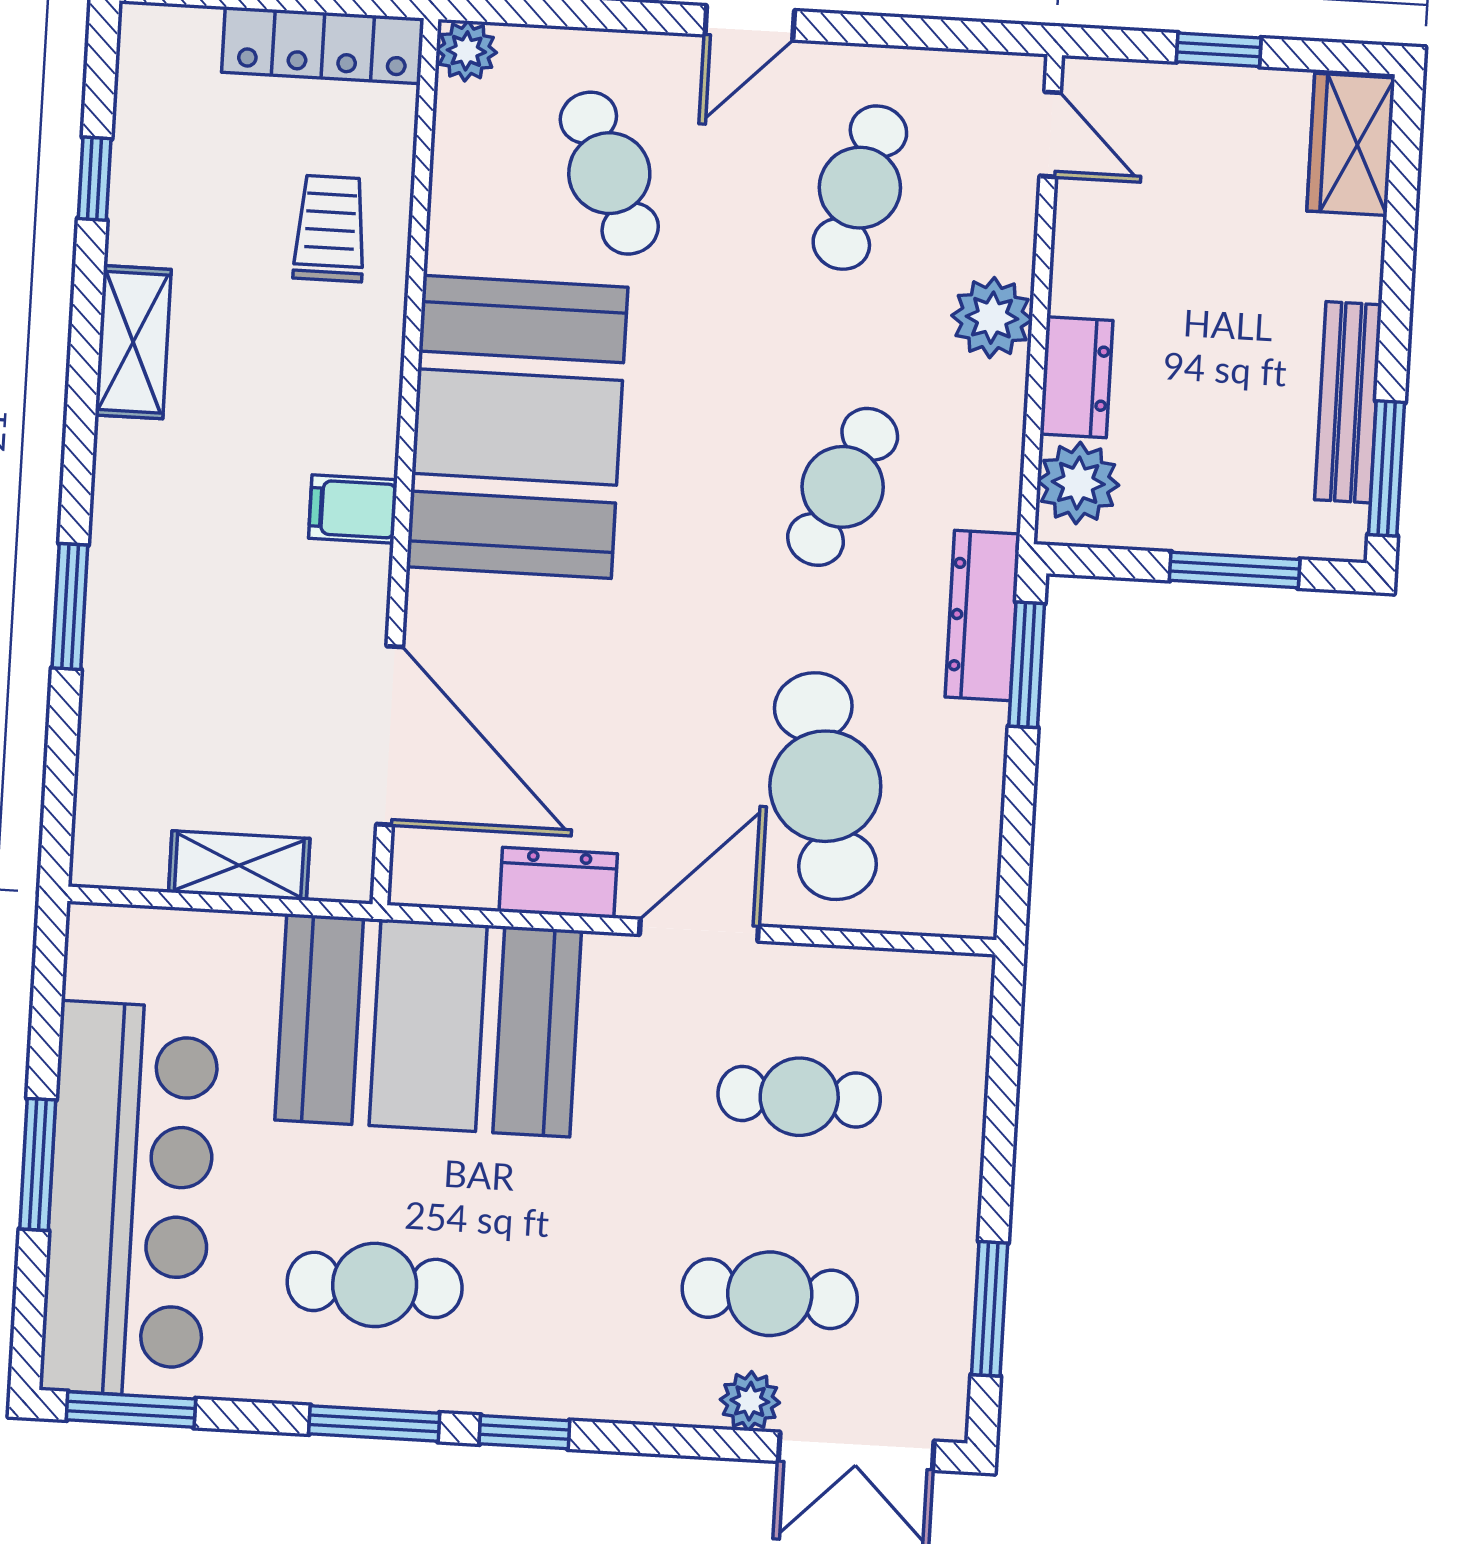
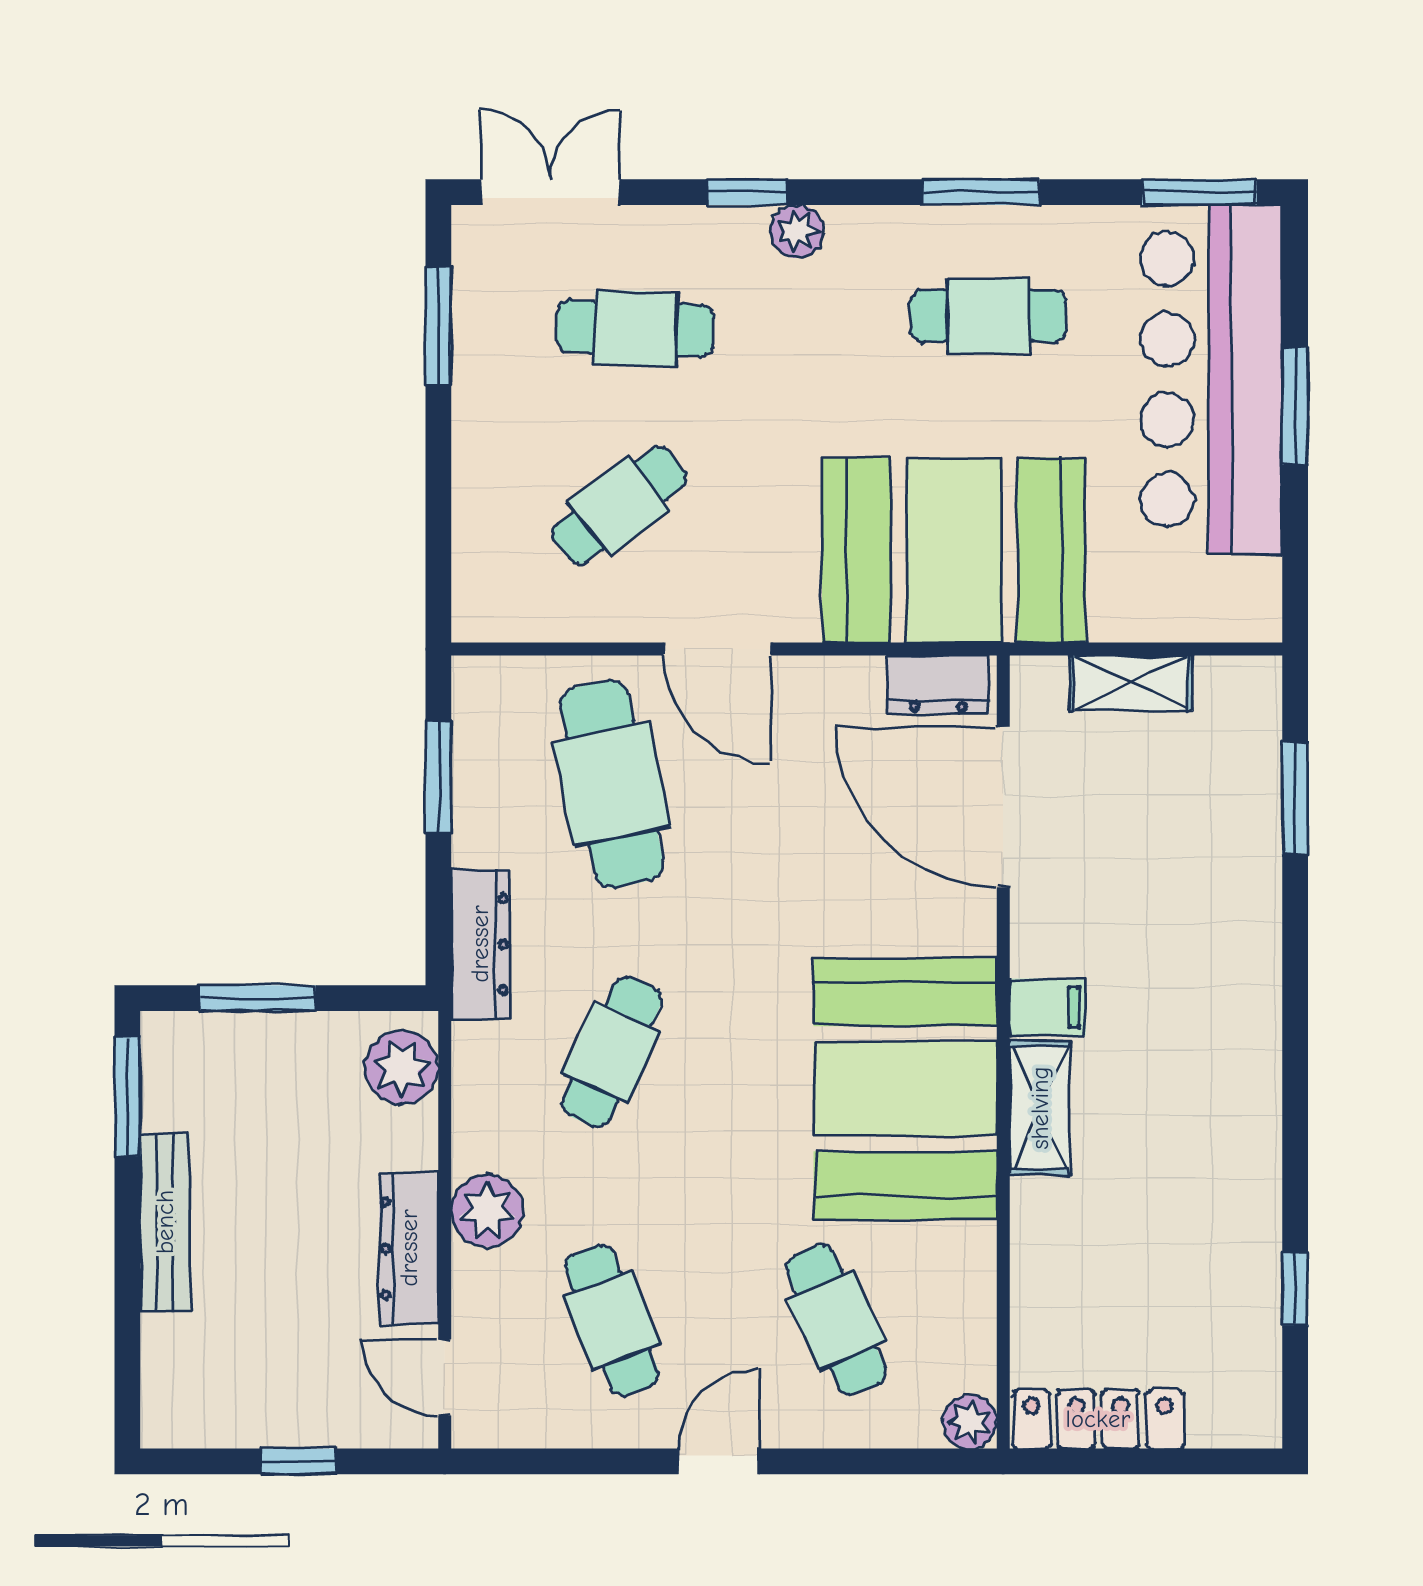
wardrobe: (1351, 144) -> (176, 1384), removed
cafe table: (860, 188) -> (612, 1320), turned -36
trolley: (330, 229) -> (1082, 1256), removed
shelving: (133, 342) -> (1040, 1108), moved
dresser: (1076, 377) -> (409, 1248), moved, width x1.44
bench: (1348, 402) -> (165, 1222), moved
window: (70, 606) -> (1295, 798), moved
window: (1027, 665) -> (438, 777), moved
dresser: (558, 883) -> (938, 684), moved
door: (699, 930) -> (717, 649), hinge flipped
cafe table: (799, 1097) -> (619, 506), turned -38
plant: (750, 1401) -> (797, 231), moved
window: (524, 1432) -> (747, 192), moved

